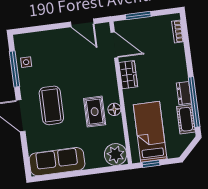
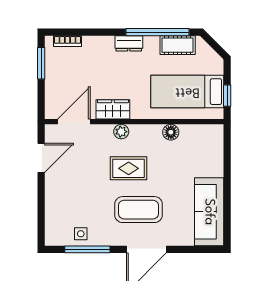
window: (138, 15) -> (41, 63), moved
dresser: (184, 93) -> (129, 43), moved
floor lamp: (114, 109) -> (171, 132), moved
rug: (95, 112) -> (129, 168), moved
plant: (116, 154) -> (121, 132), moved, width x0.53, depth x0.53

